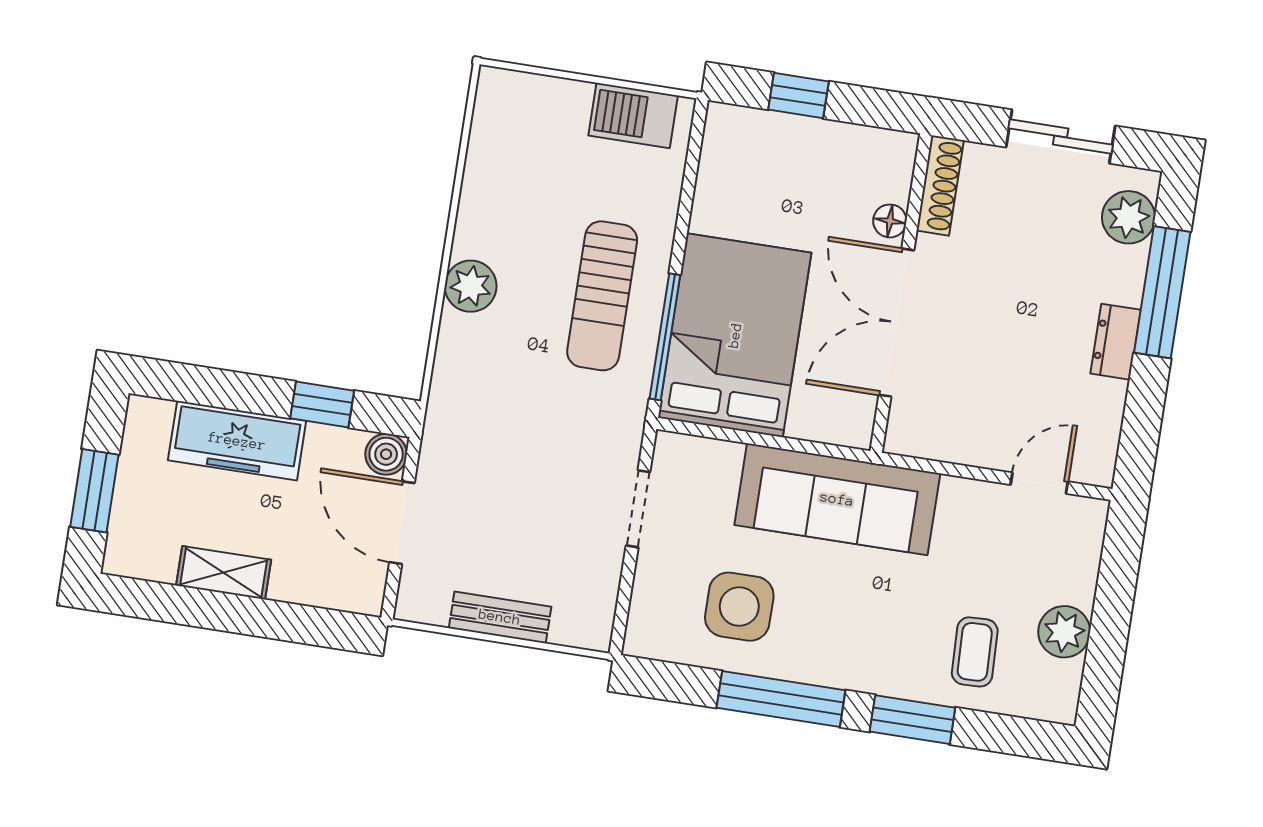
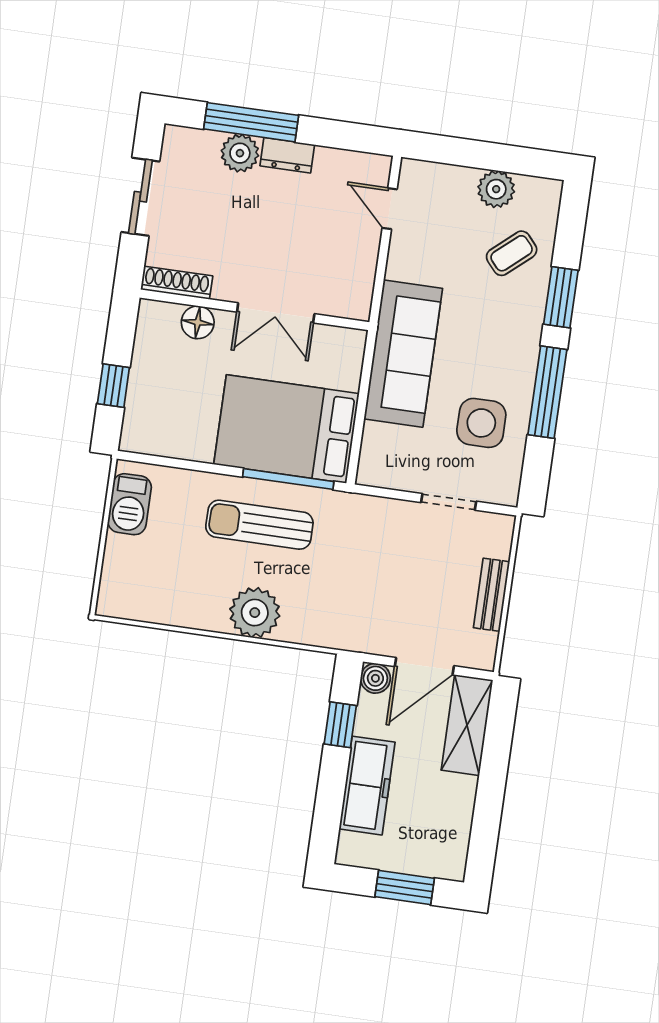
plant: (1129, 217) -> (240, 153), moved
floor lamp: (890, 221) -> (198, 322), width x1.37, depth x1.37
plant: (471, 286) -> (255, 613), width x1.36, depth x1.36
sun lounger: (602, 296) -> (259, 525), turned 180
double door: (896, 323) -> (276, 313), width x0.73
doorway: (638, 509) -> (449, 502), moved
shelving: (224, 573) -> (467, 725), moved, width x1.50, depth x1.33
coffee table: (975, 652) -> (512, 253), turned -39

